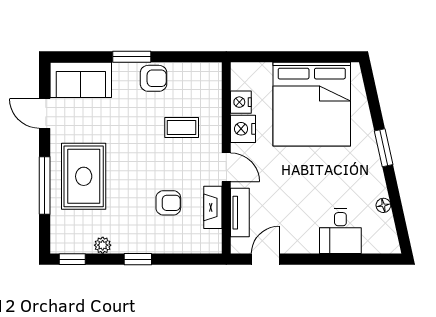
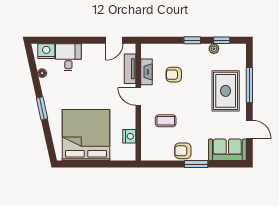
nightstand: (243, 129) -> (46, 51), moved, turned -90
window: (72, 259) -> (222, 40), moved

